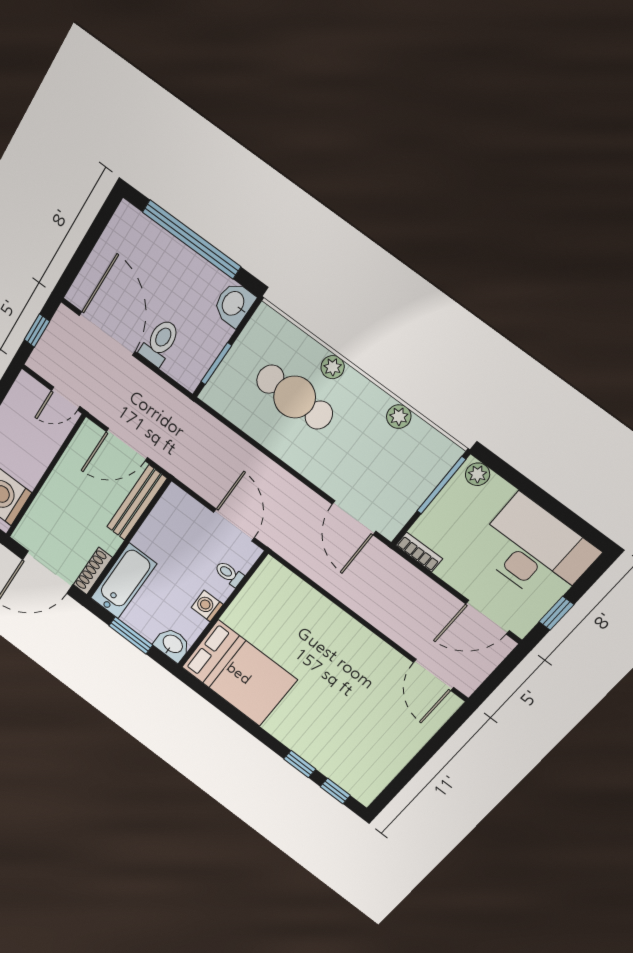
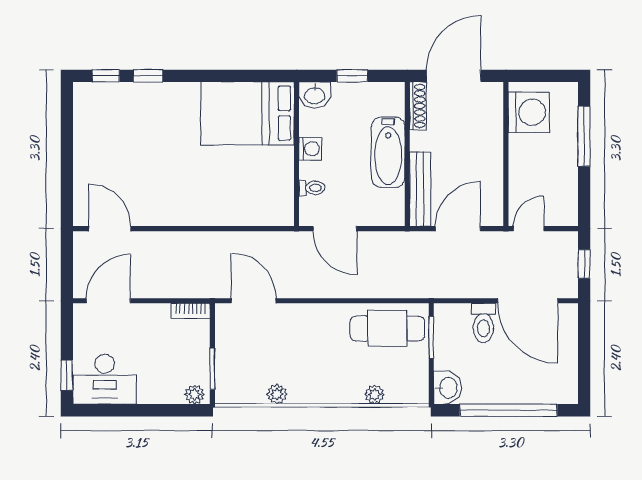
plant: (333, 367) -> (375, 394), moved
cafe table: (295, 397) -> (387, 329), moved
window: (441, 485) -> (212, 369), width x0.69
desk: (535, 550) -> (105, 379), width x0.73, depth x0.77
bathtub: (123, 581) -> (388, 152), moved
window: (556, 613) -> (67, 375), moved
window: (131, 635) -> (352, 76), width x0.67

